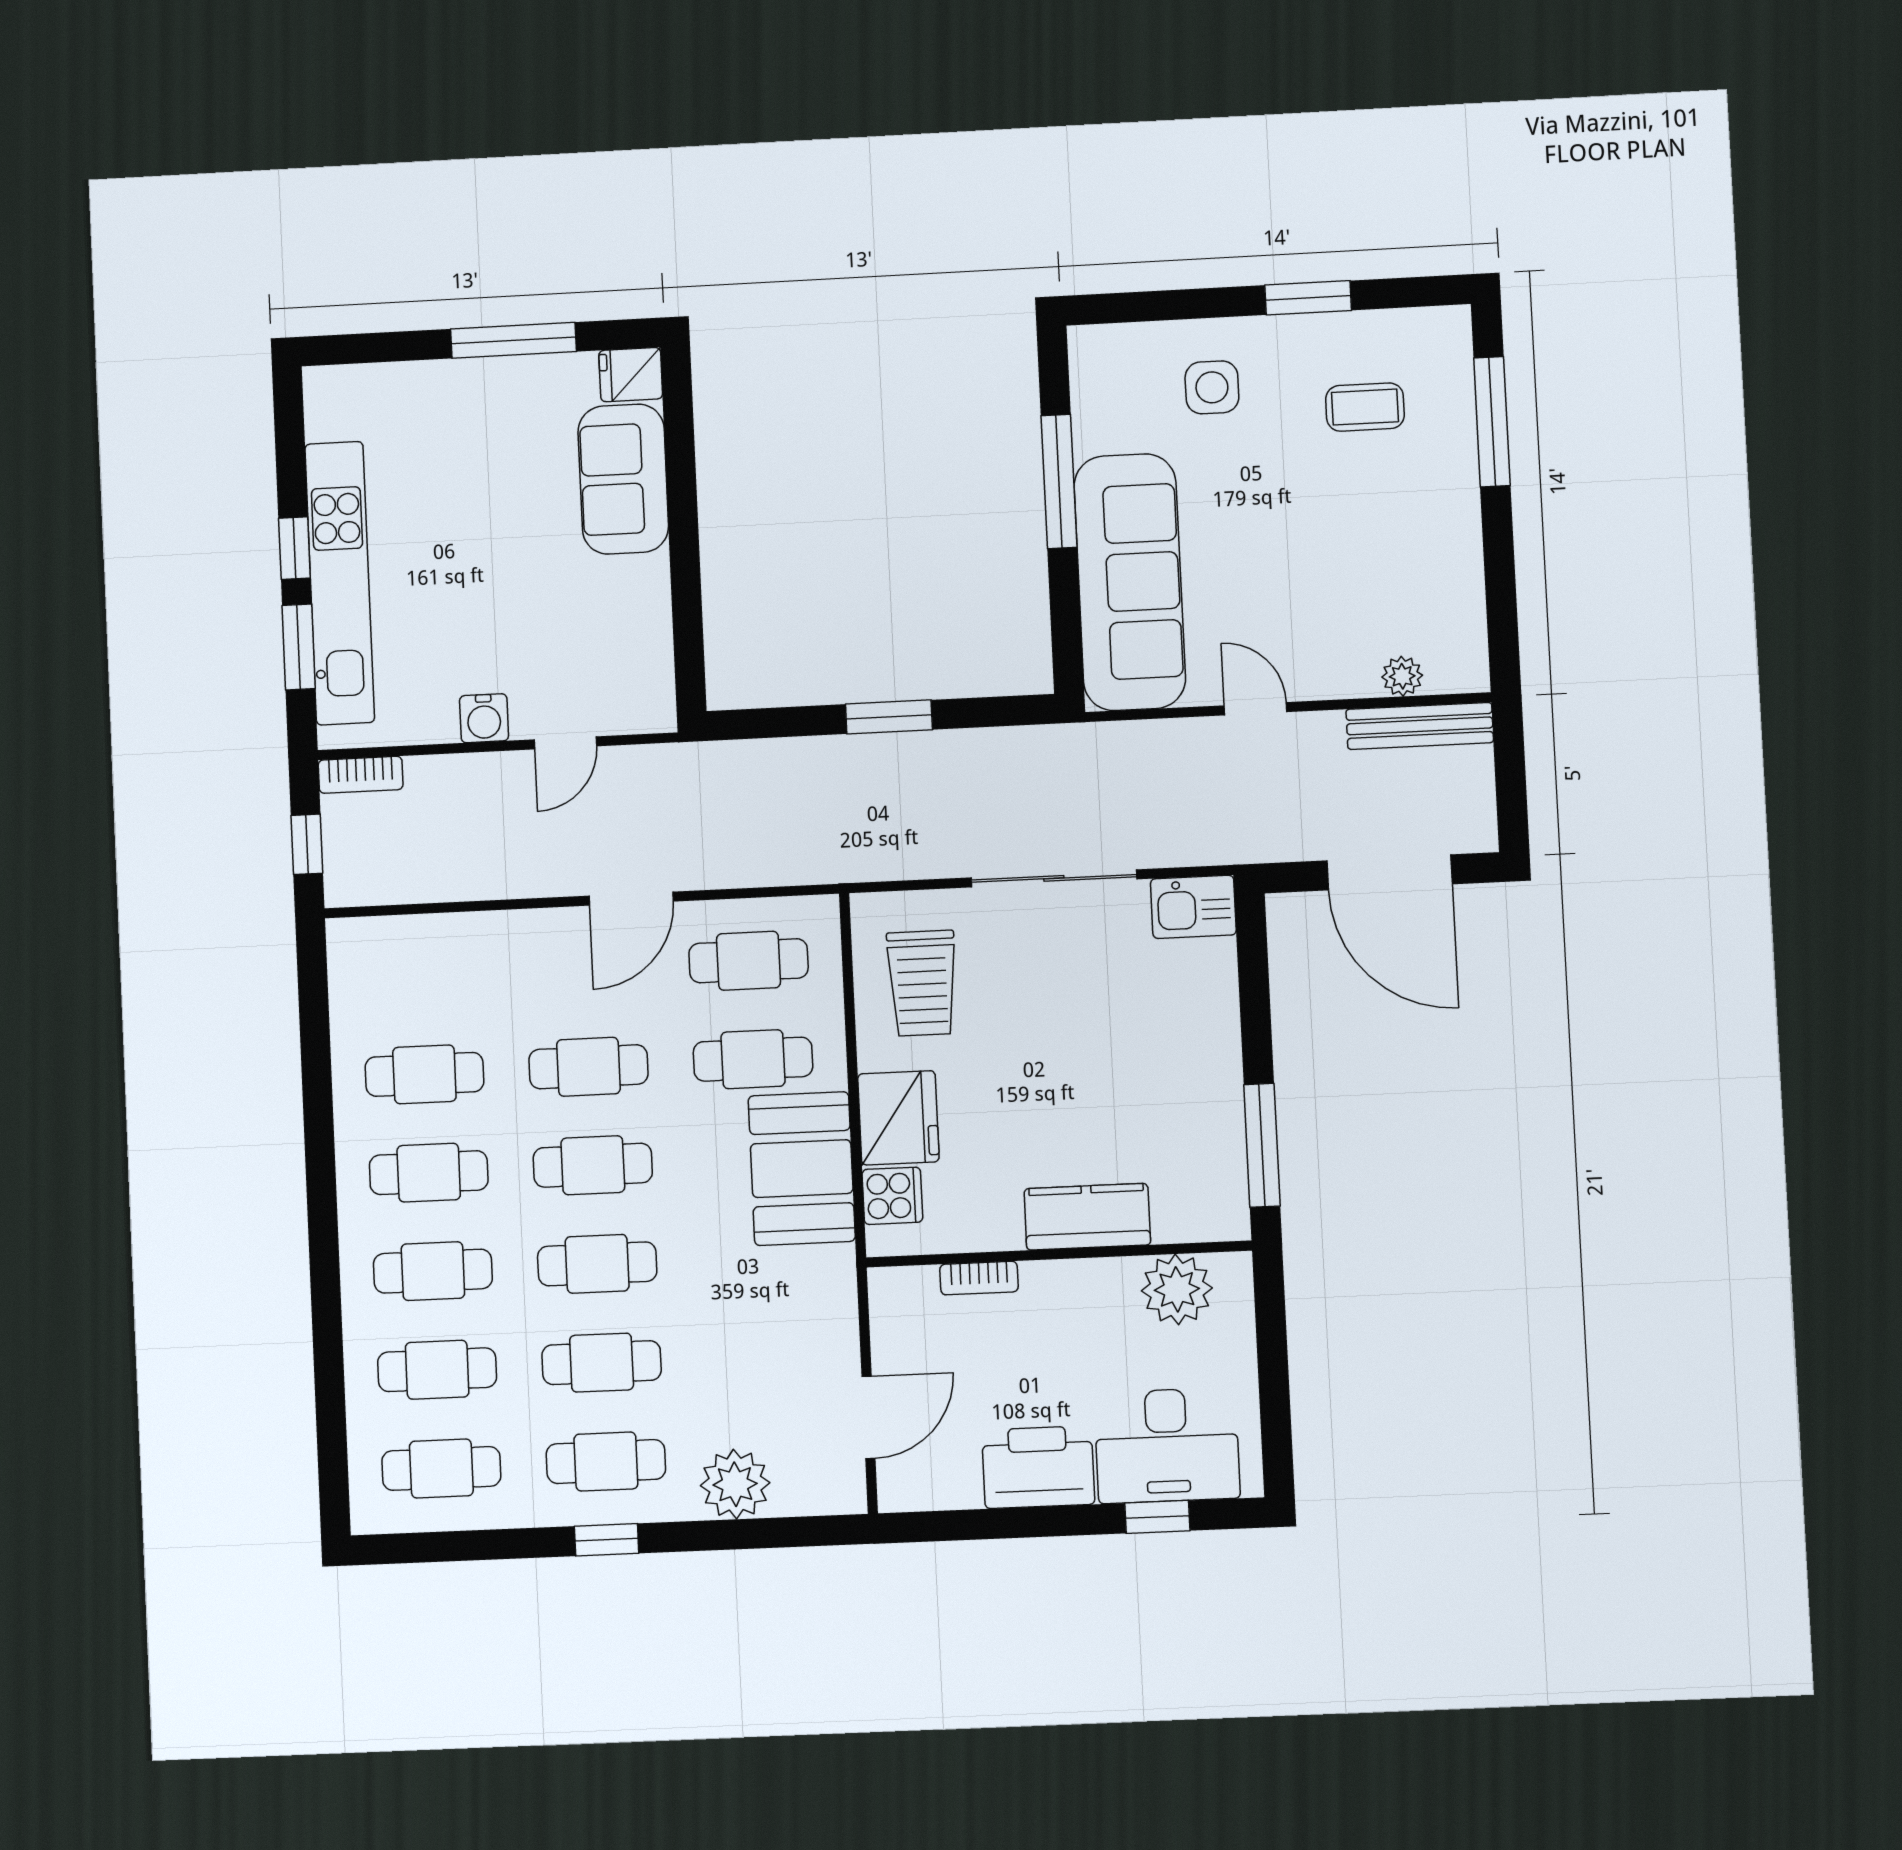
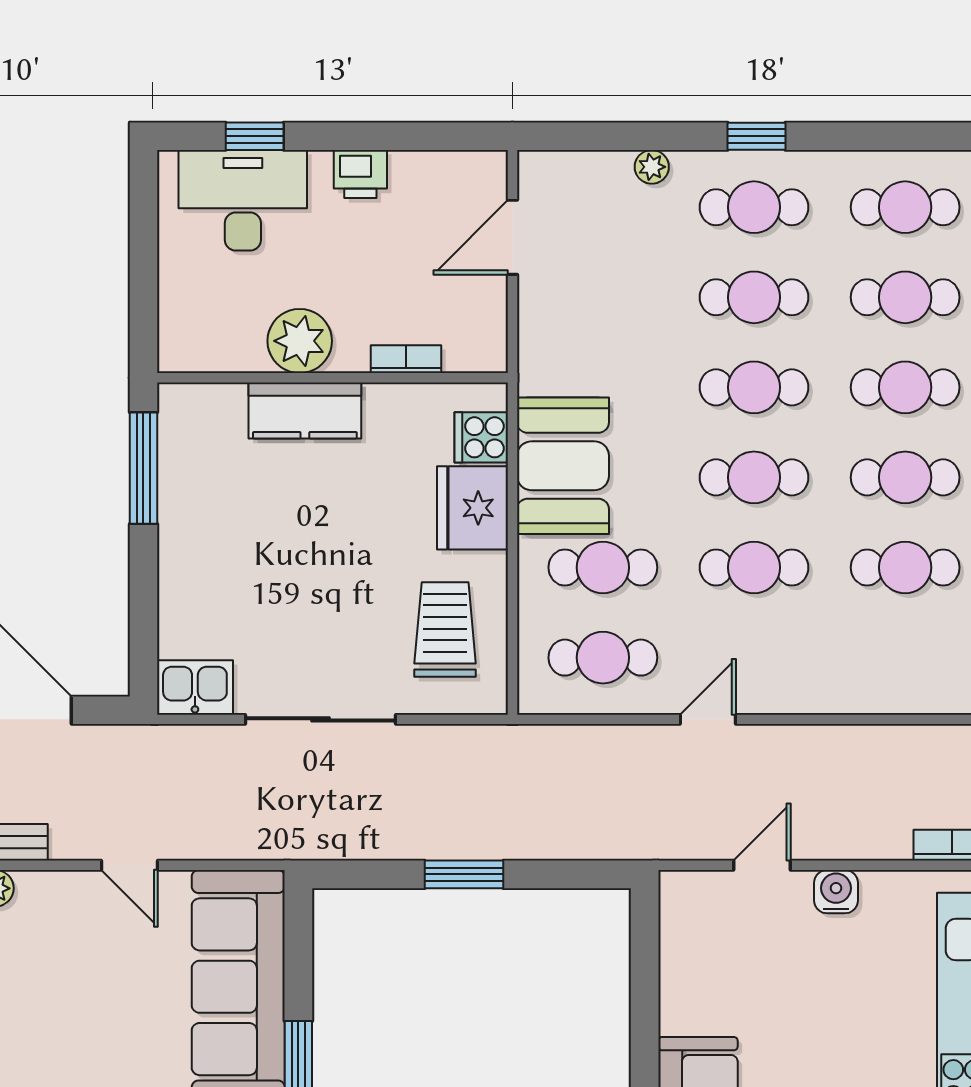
door: (631, 899) -> (708, 719), width x0.73
plant: (1177, 1289) -> (300, 341), moved
printer: (1038, 1467) -> (360, 174), width x0.53, depth x0.68
plant: (735, 1484) -> (652, 167), width x0.53, depth x0.53

